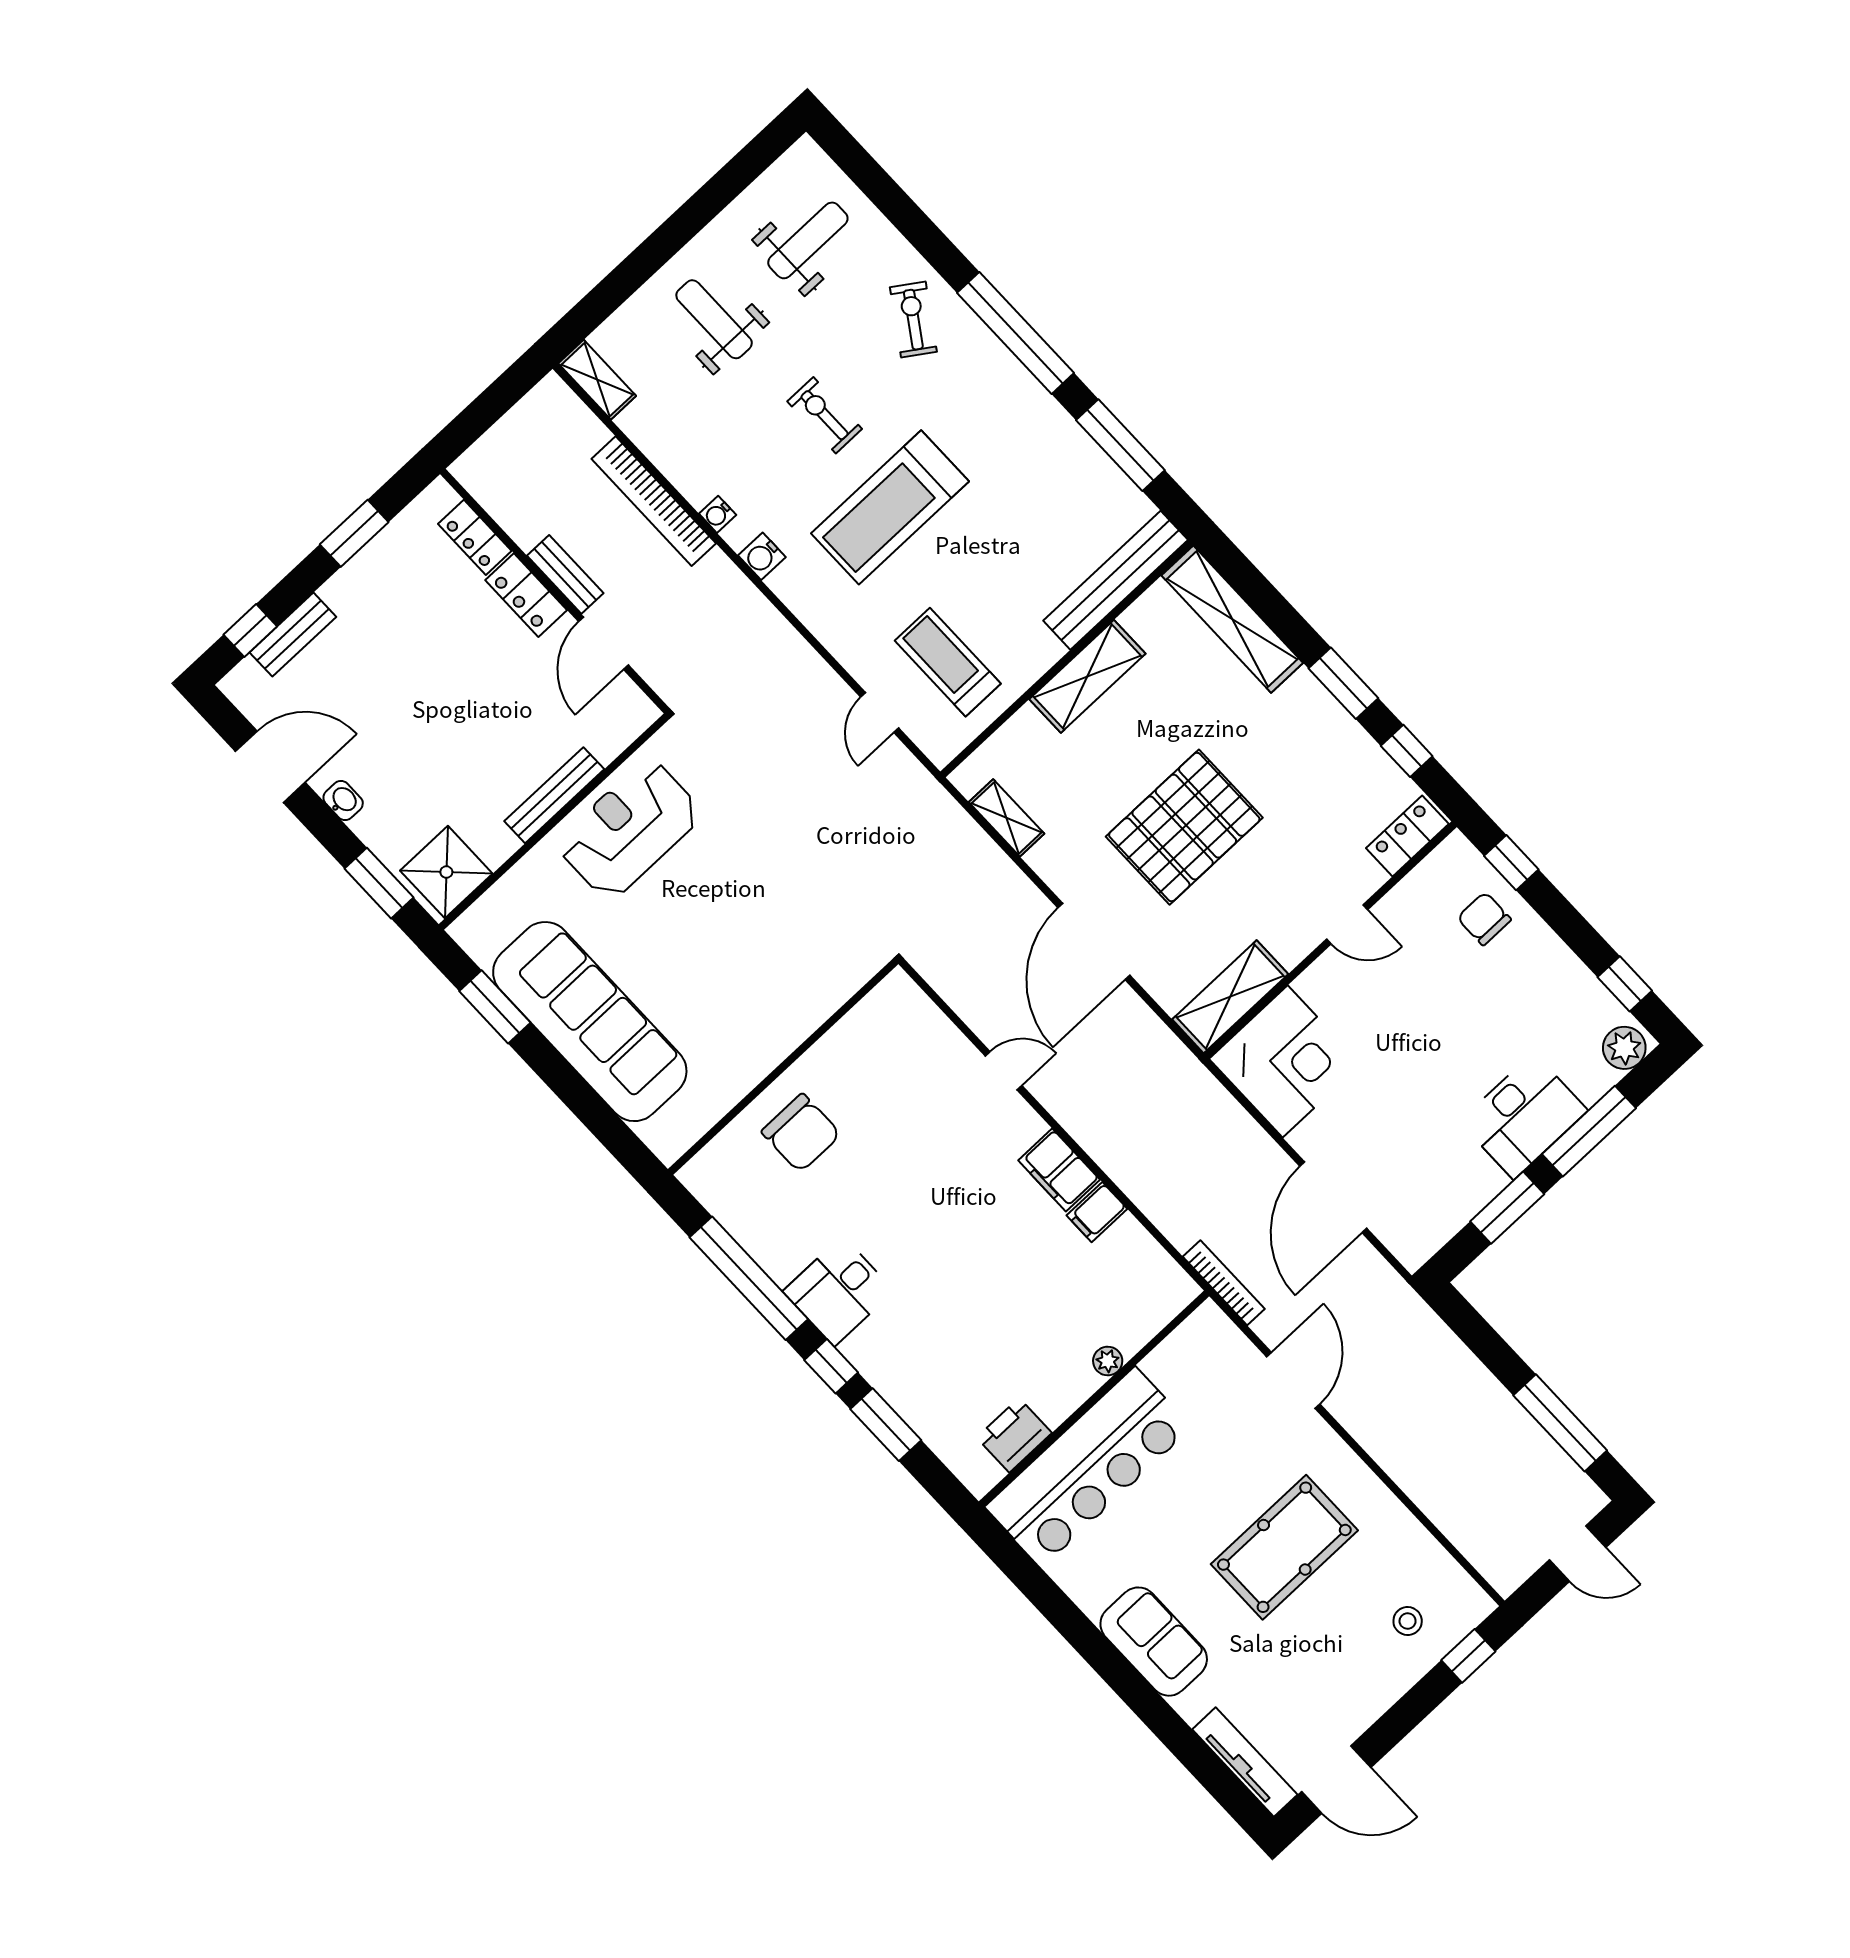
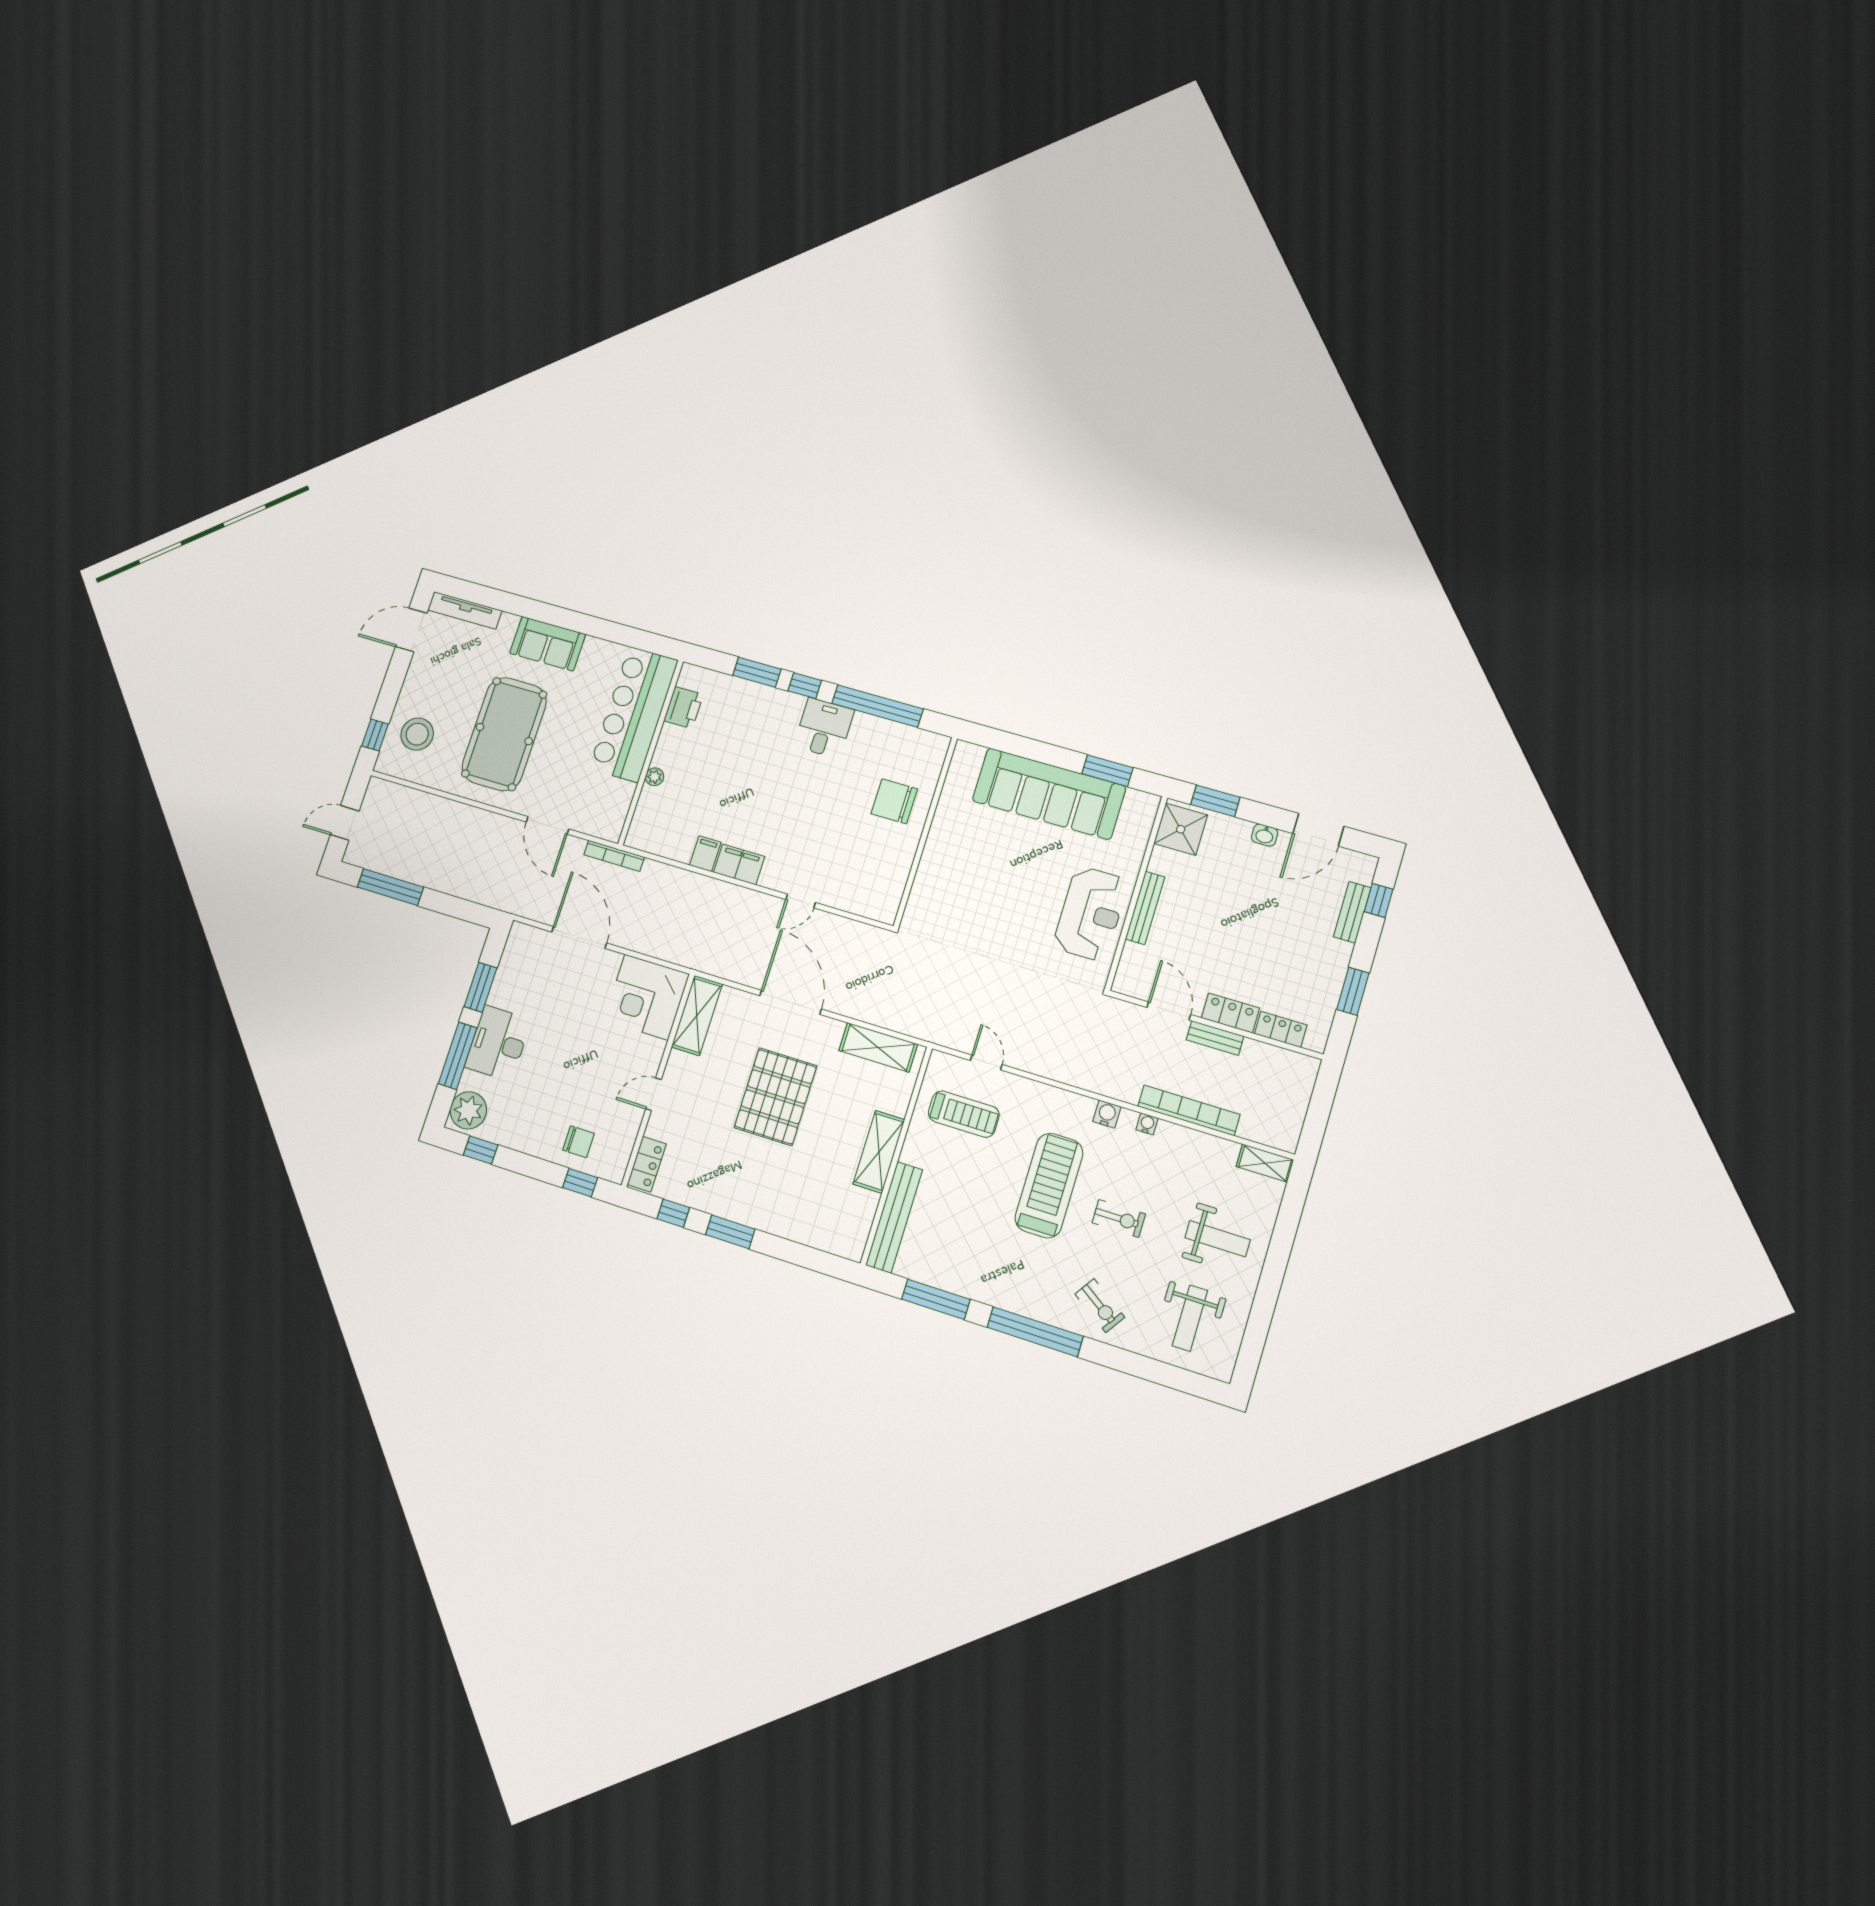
shelving: (1232, 619) -> (814, 1233), removed
shelving: (1007, 818) -> (878, 1047), width x1.50, depth x1.33
plant: (1624, 1048) -> (468, 1110), width x1.36, depth x1.36
pool table: (1284, 1547) -> (504, 734), width x1.36, depth x1.32
stool: (1408, 1621) -> (417, 734), width x1.89, depth x1.89

